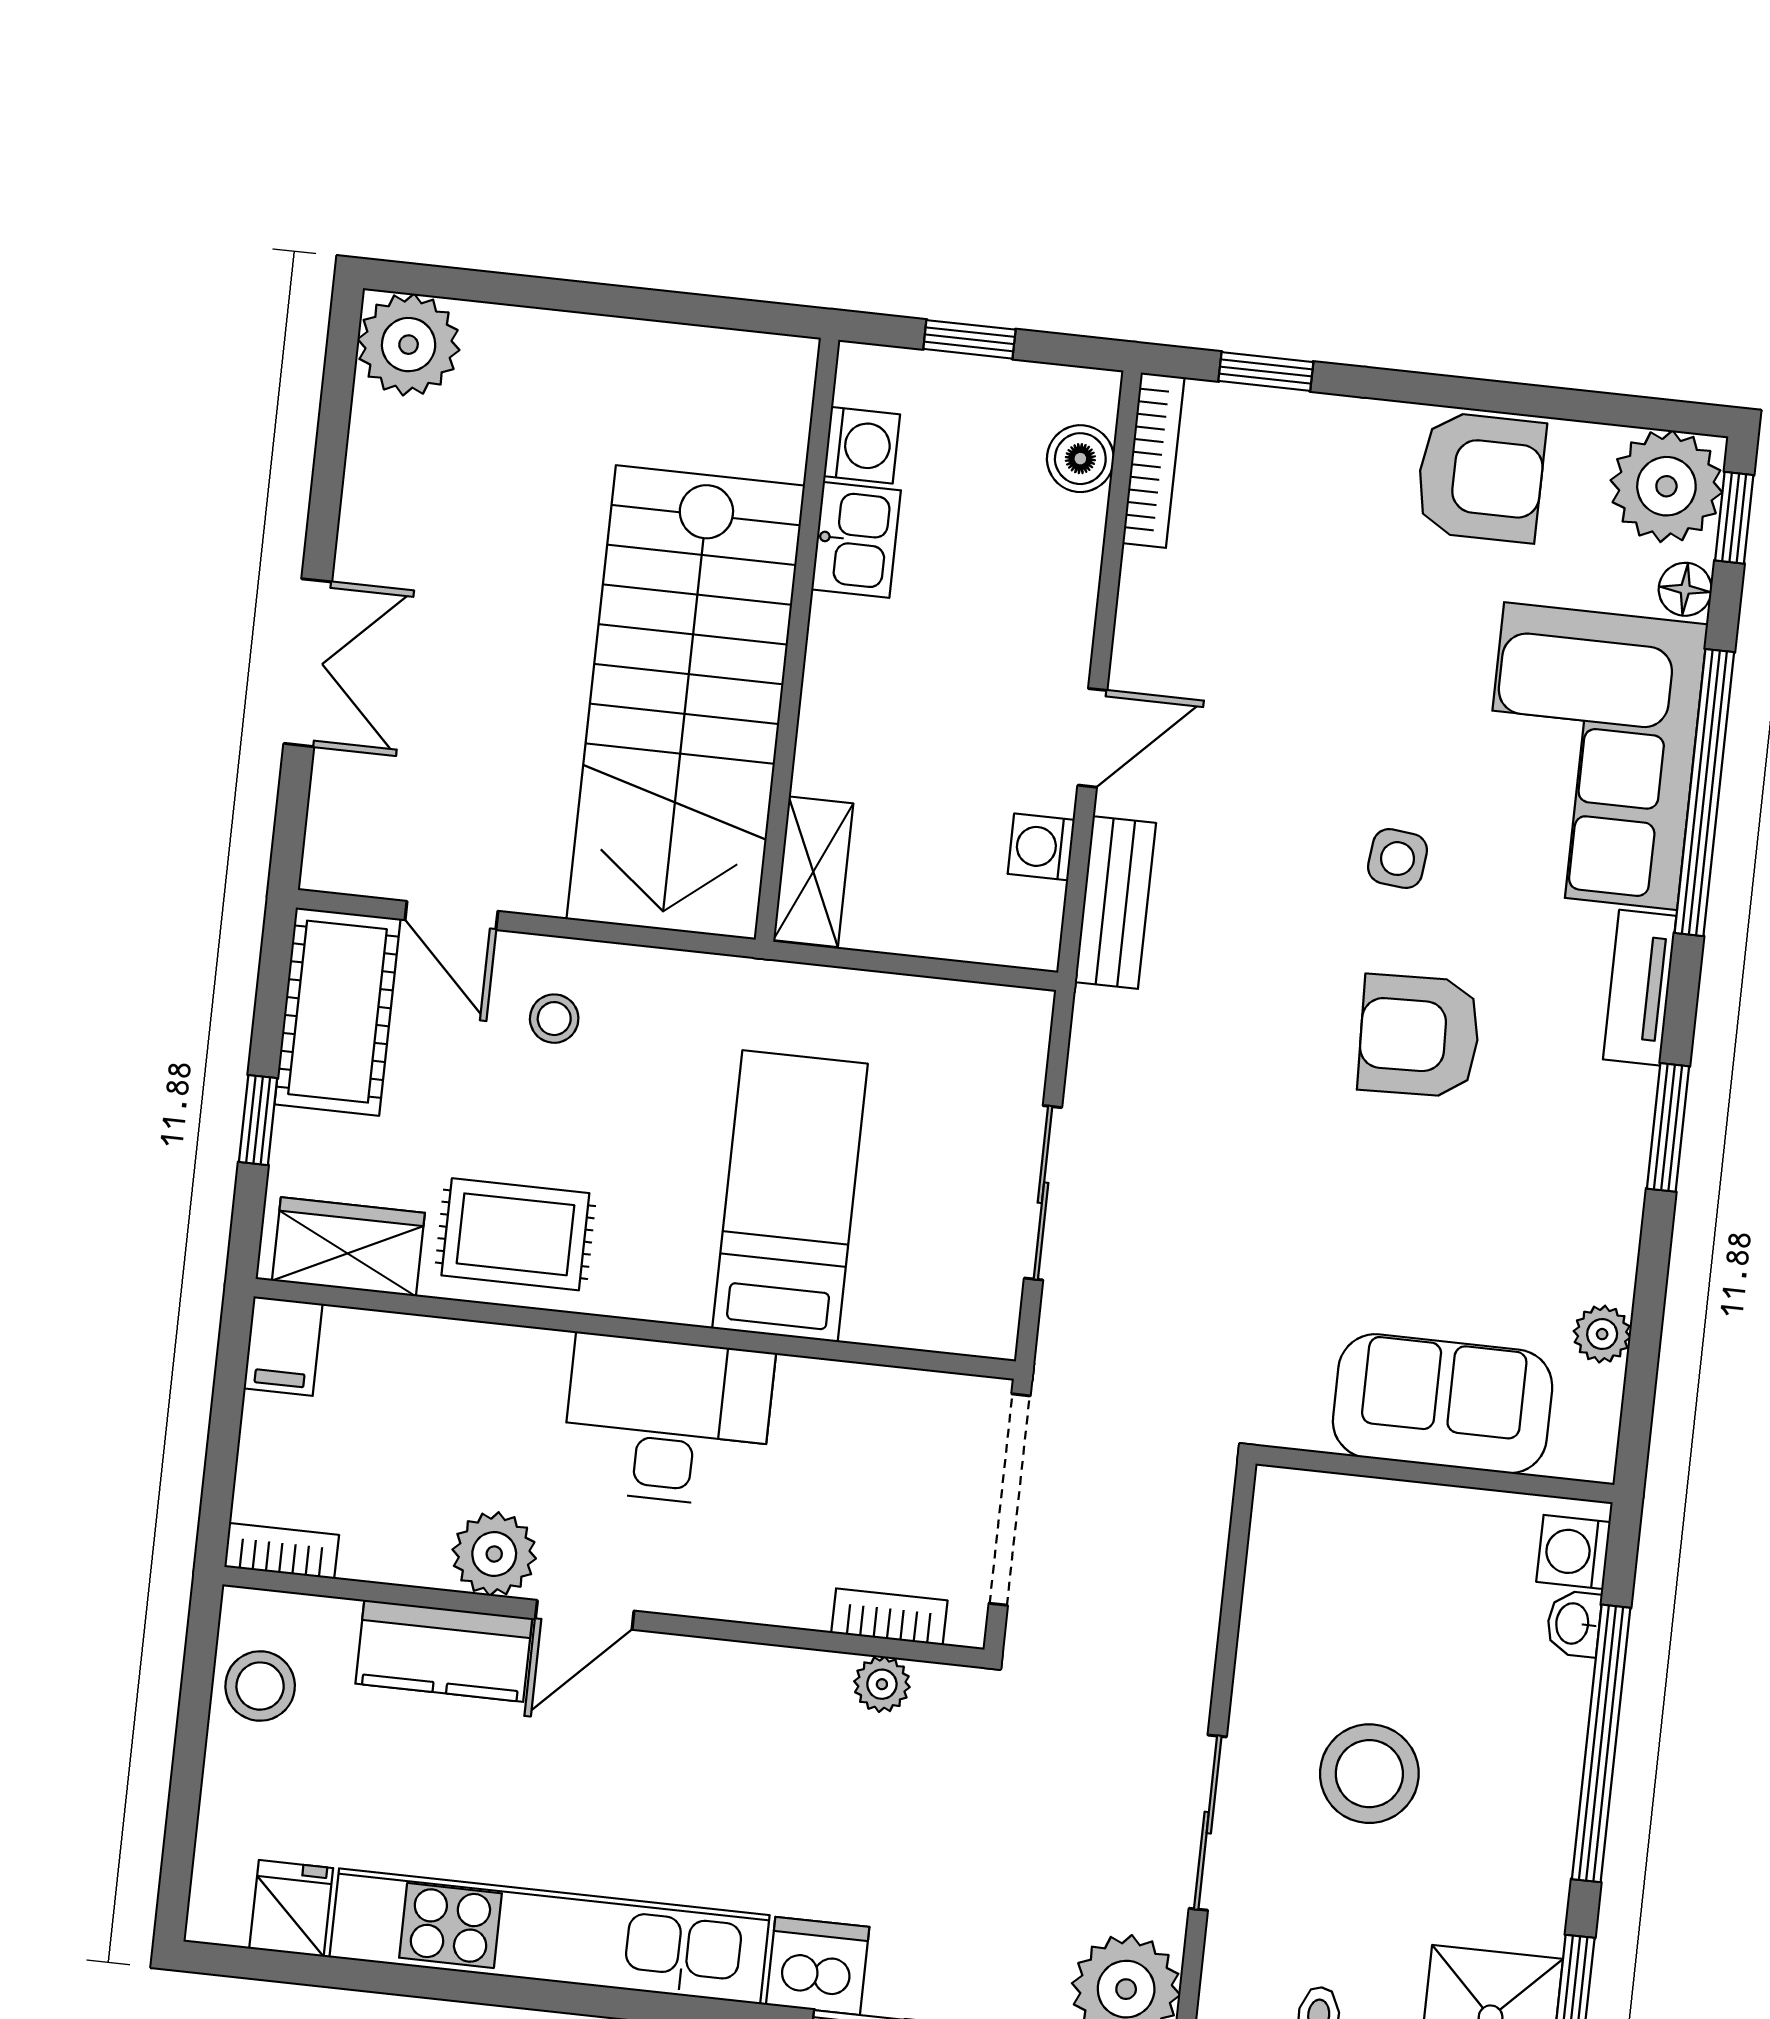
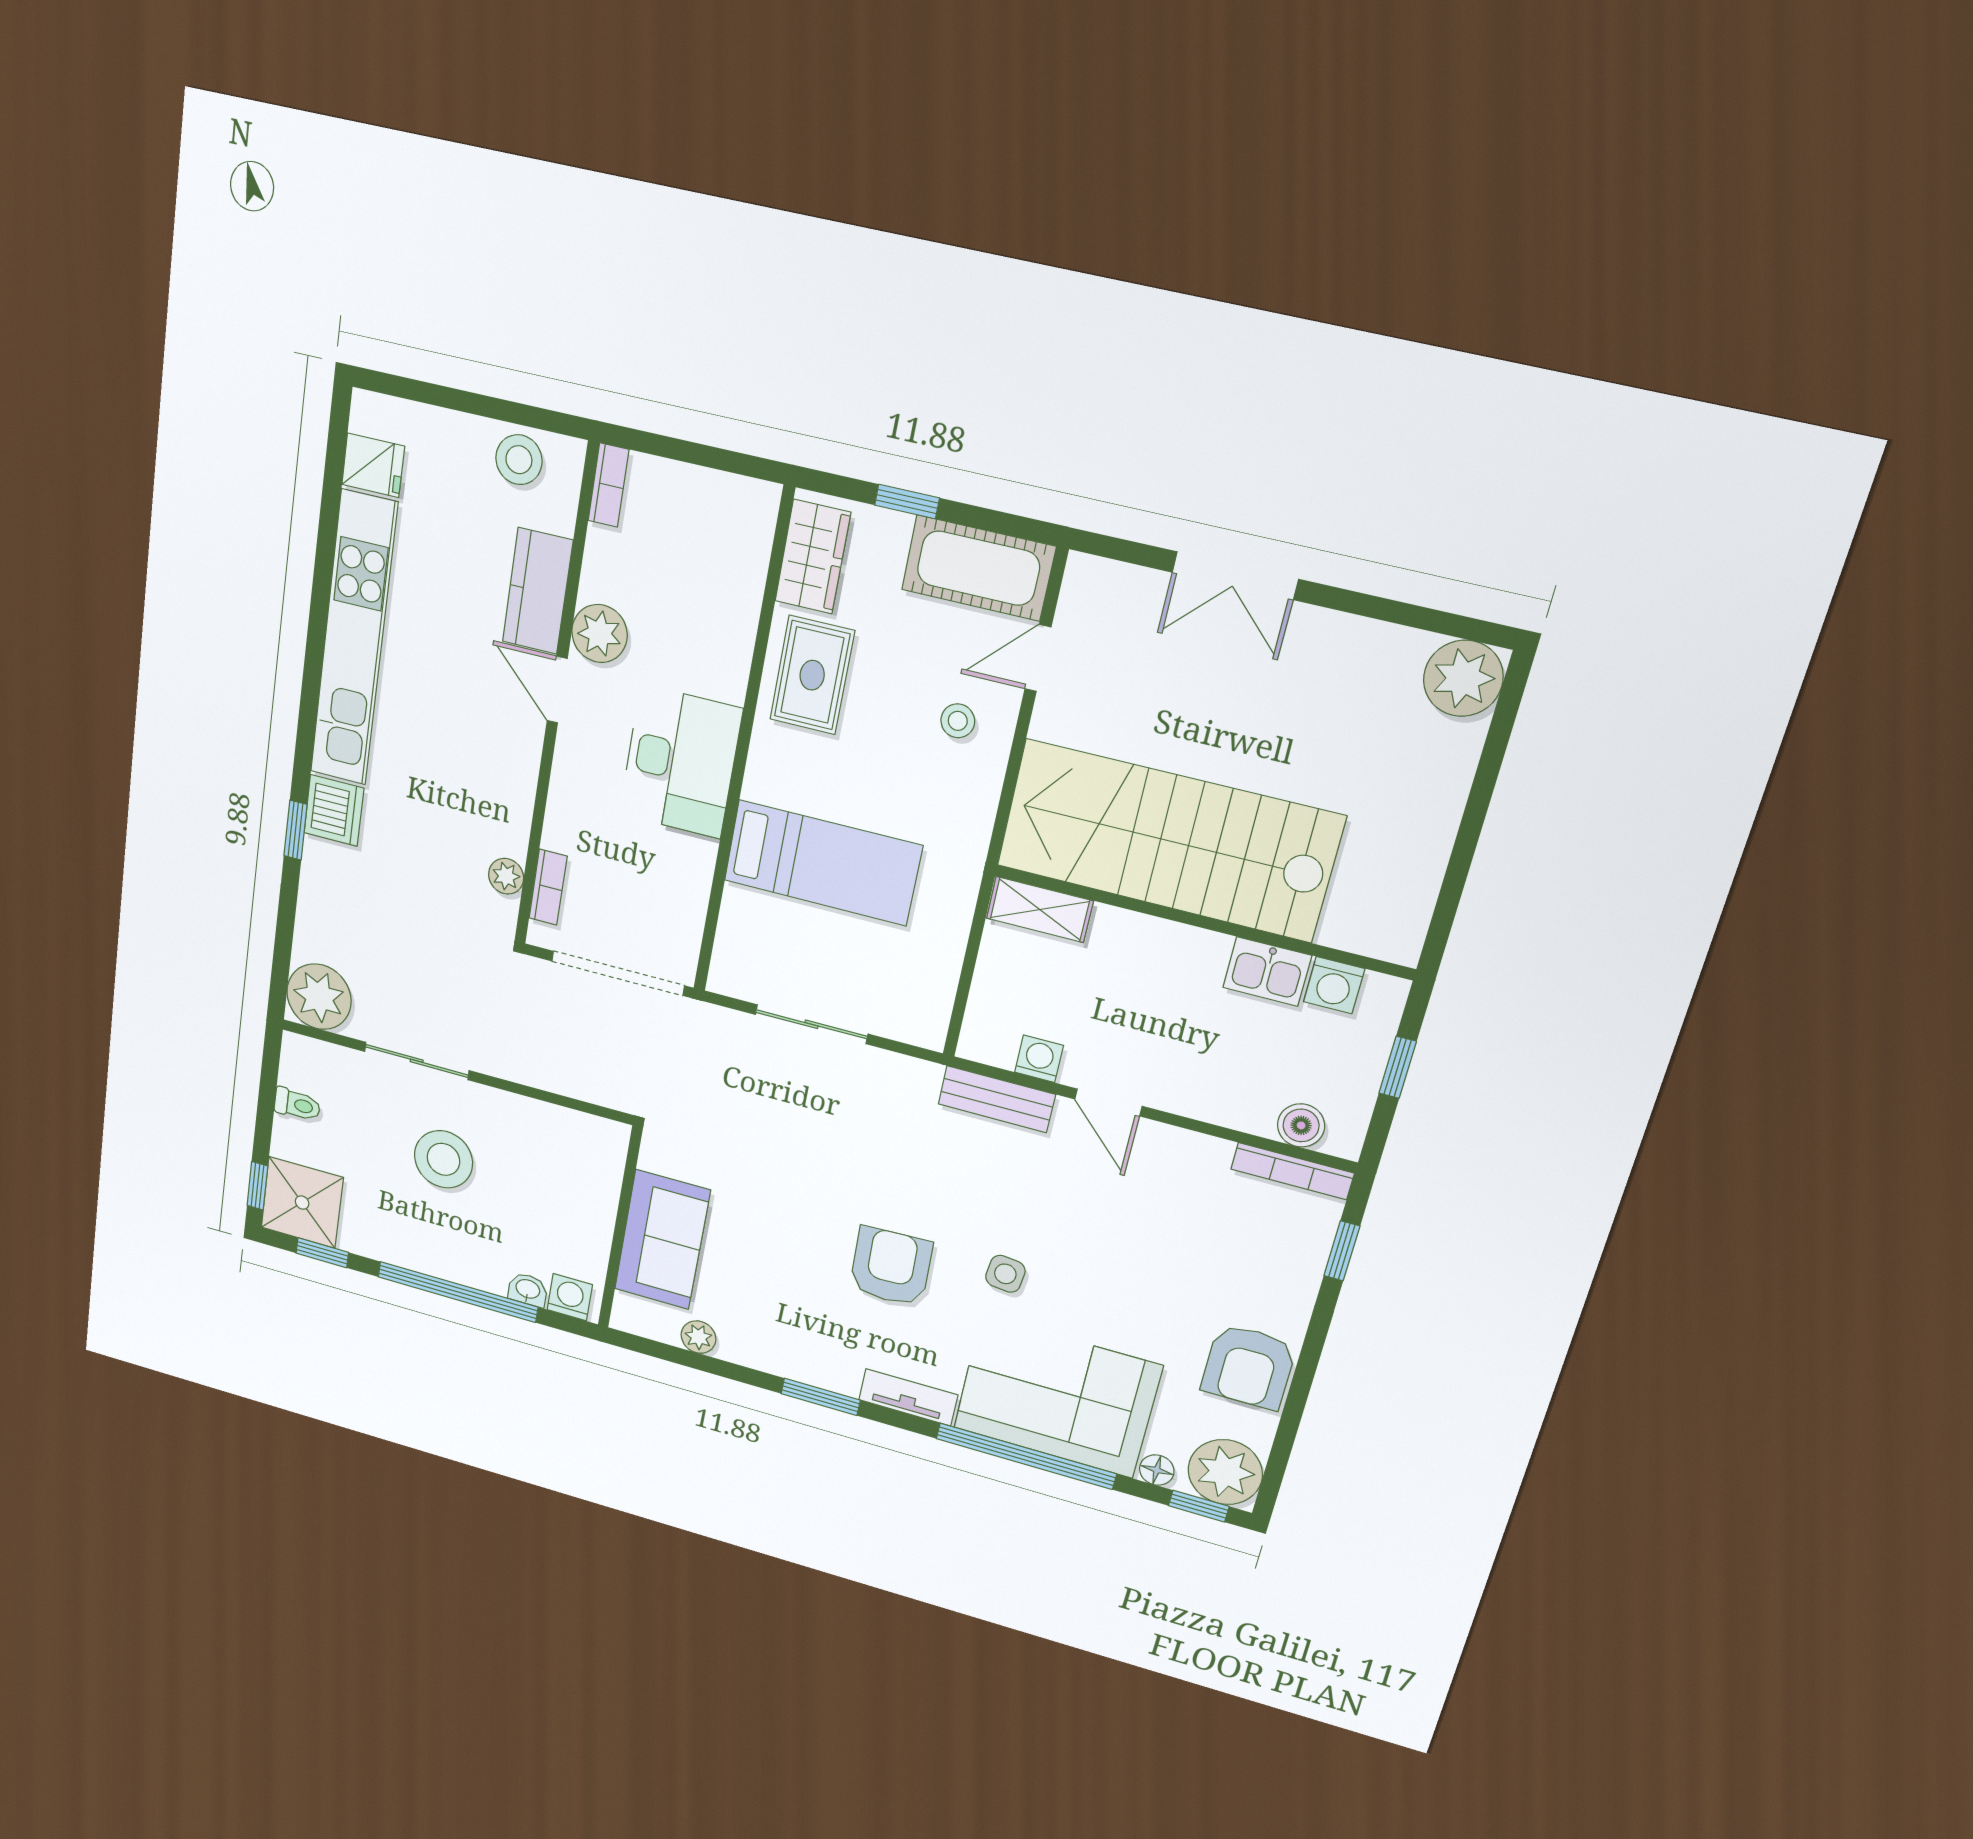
filing cabinet: (283, 1346) -> (748, 502), removed

